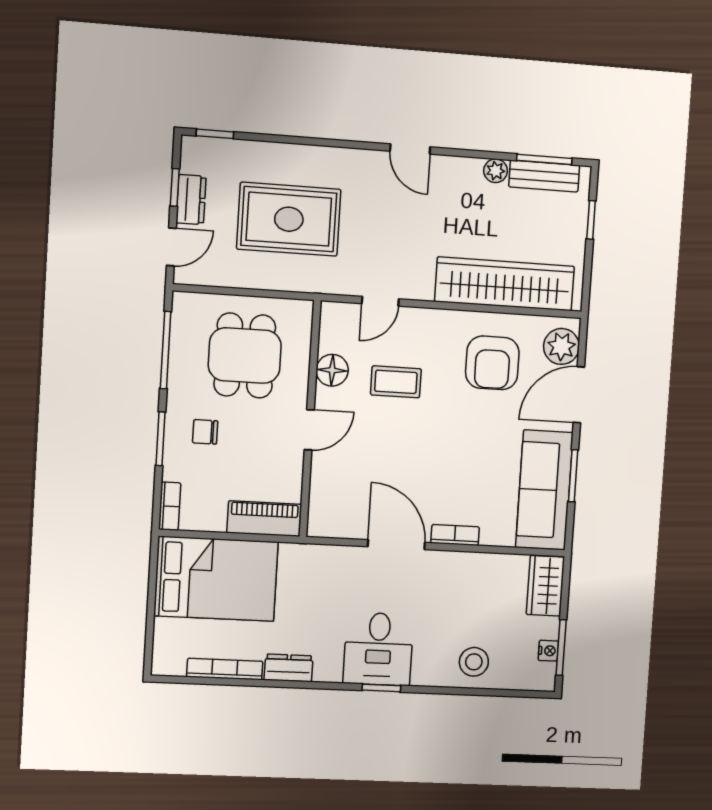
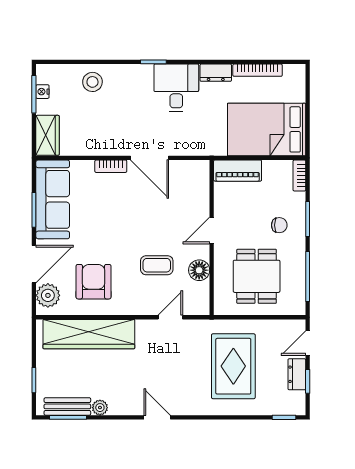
rug: (289, 219) -> (233, 366), turned 90
desk: (378, 649) -> (176, 88), moved

